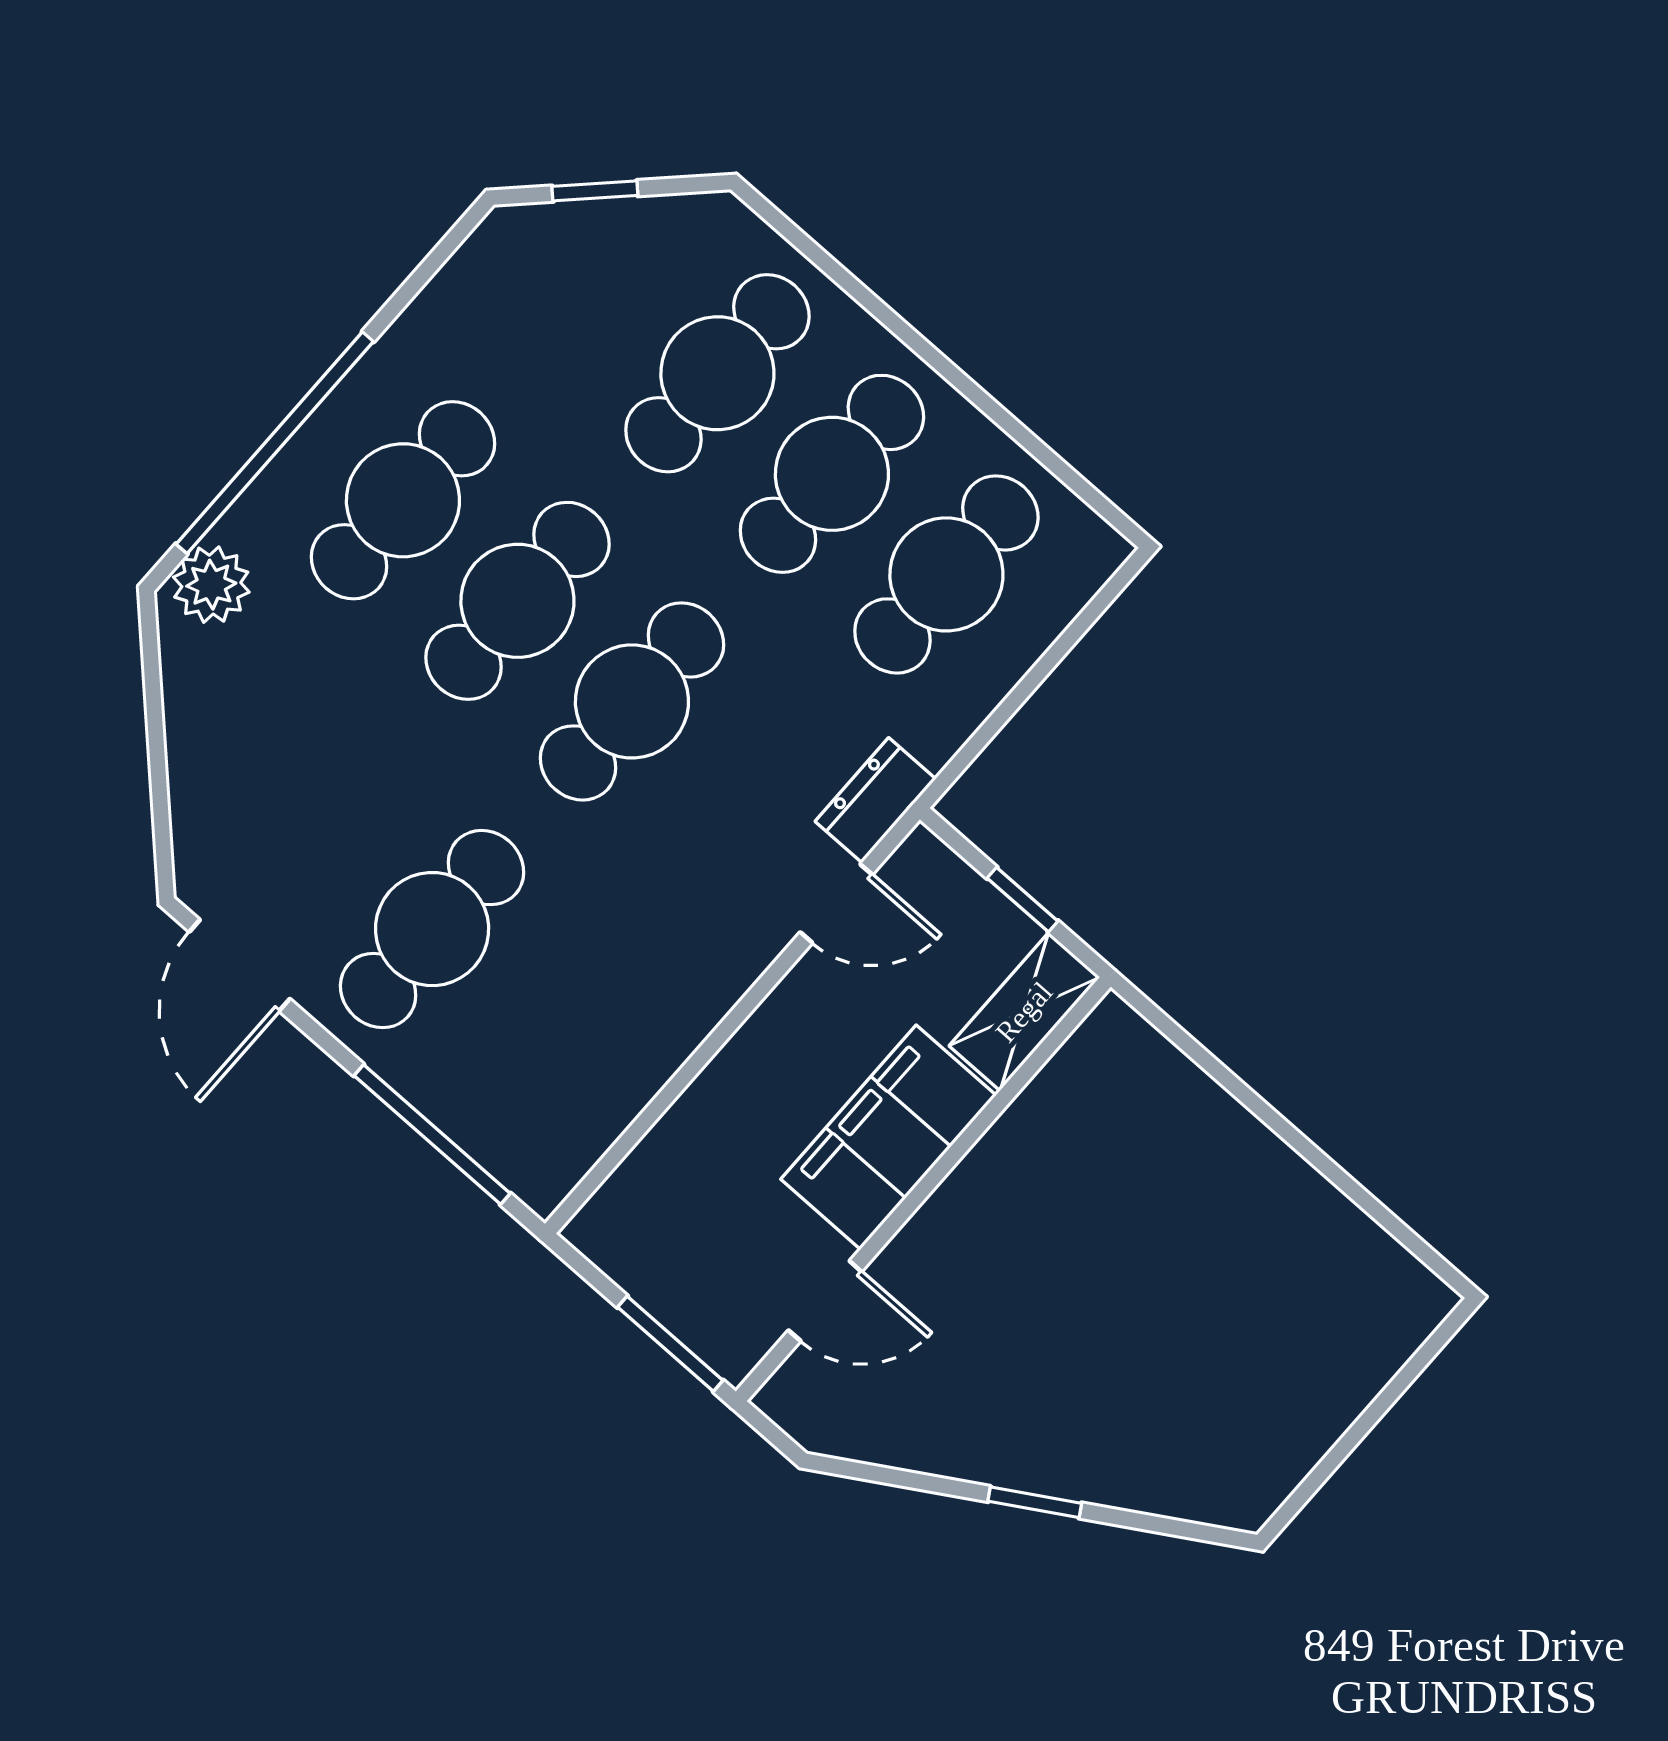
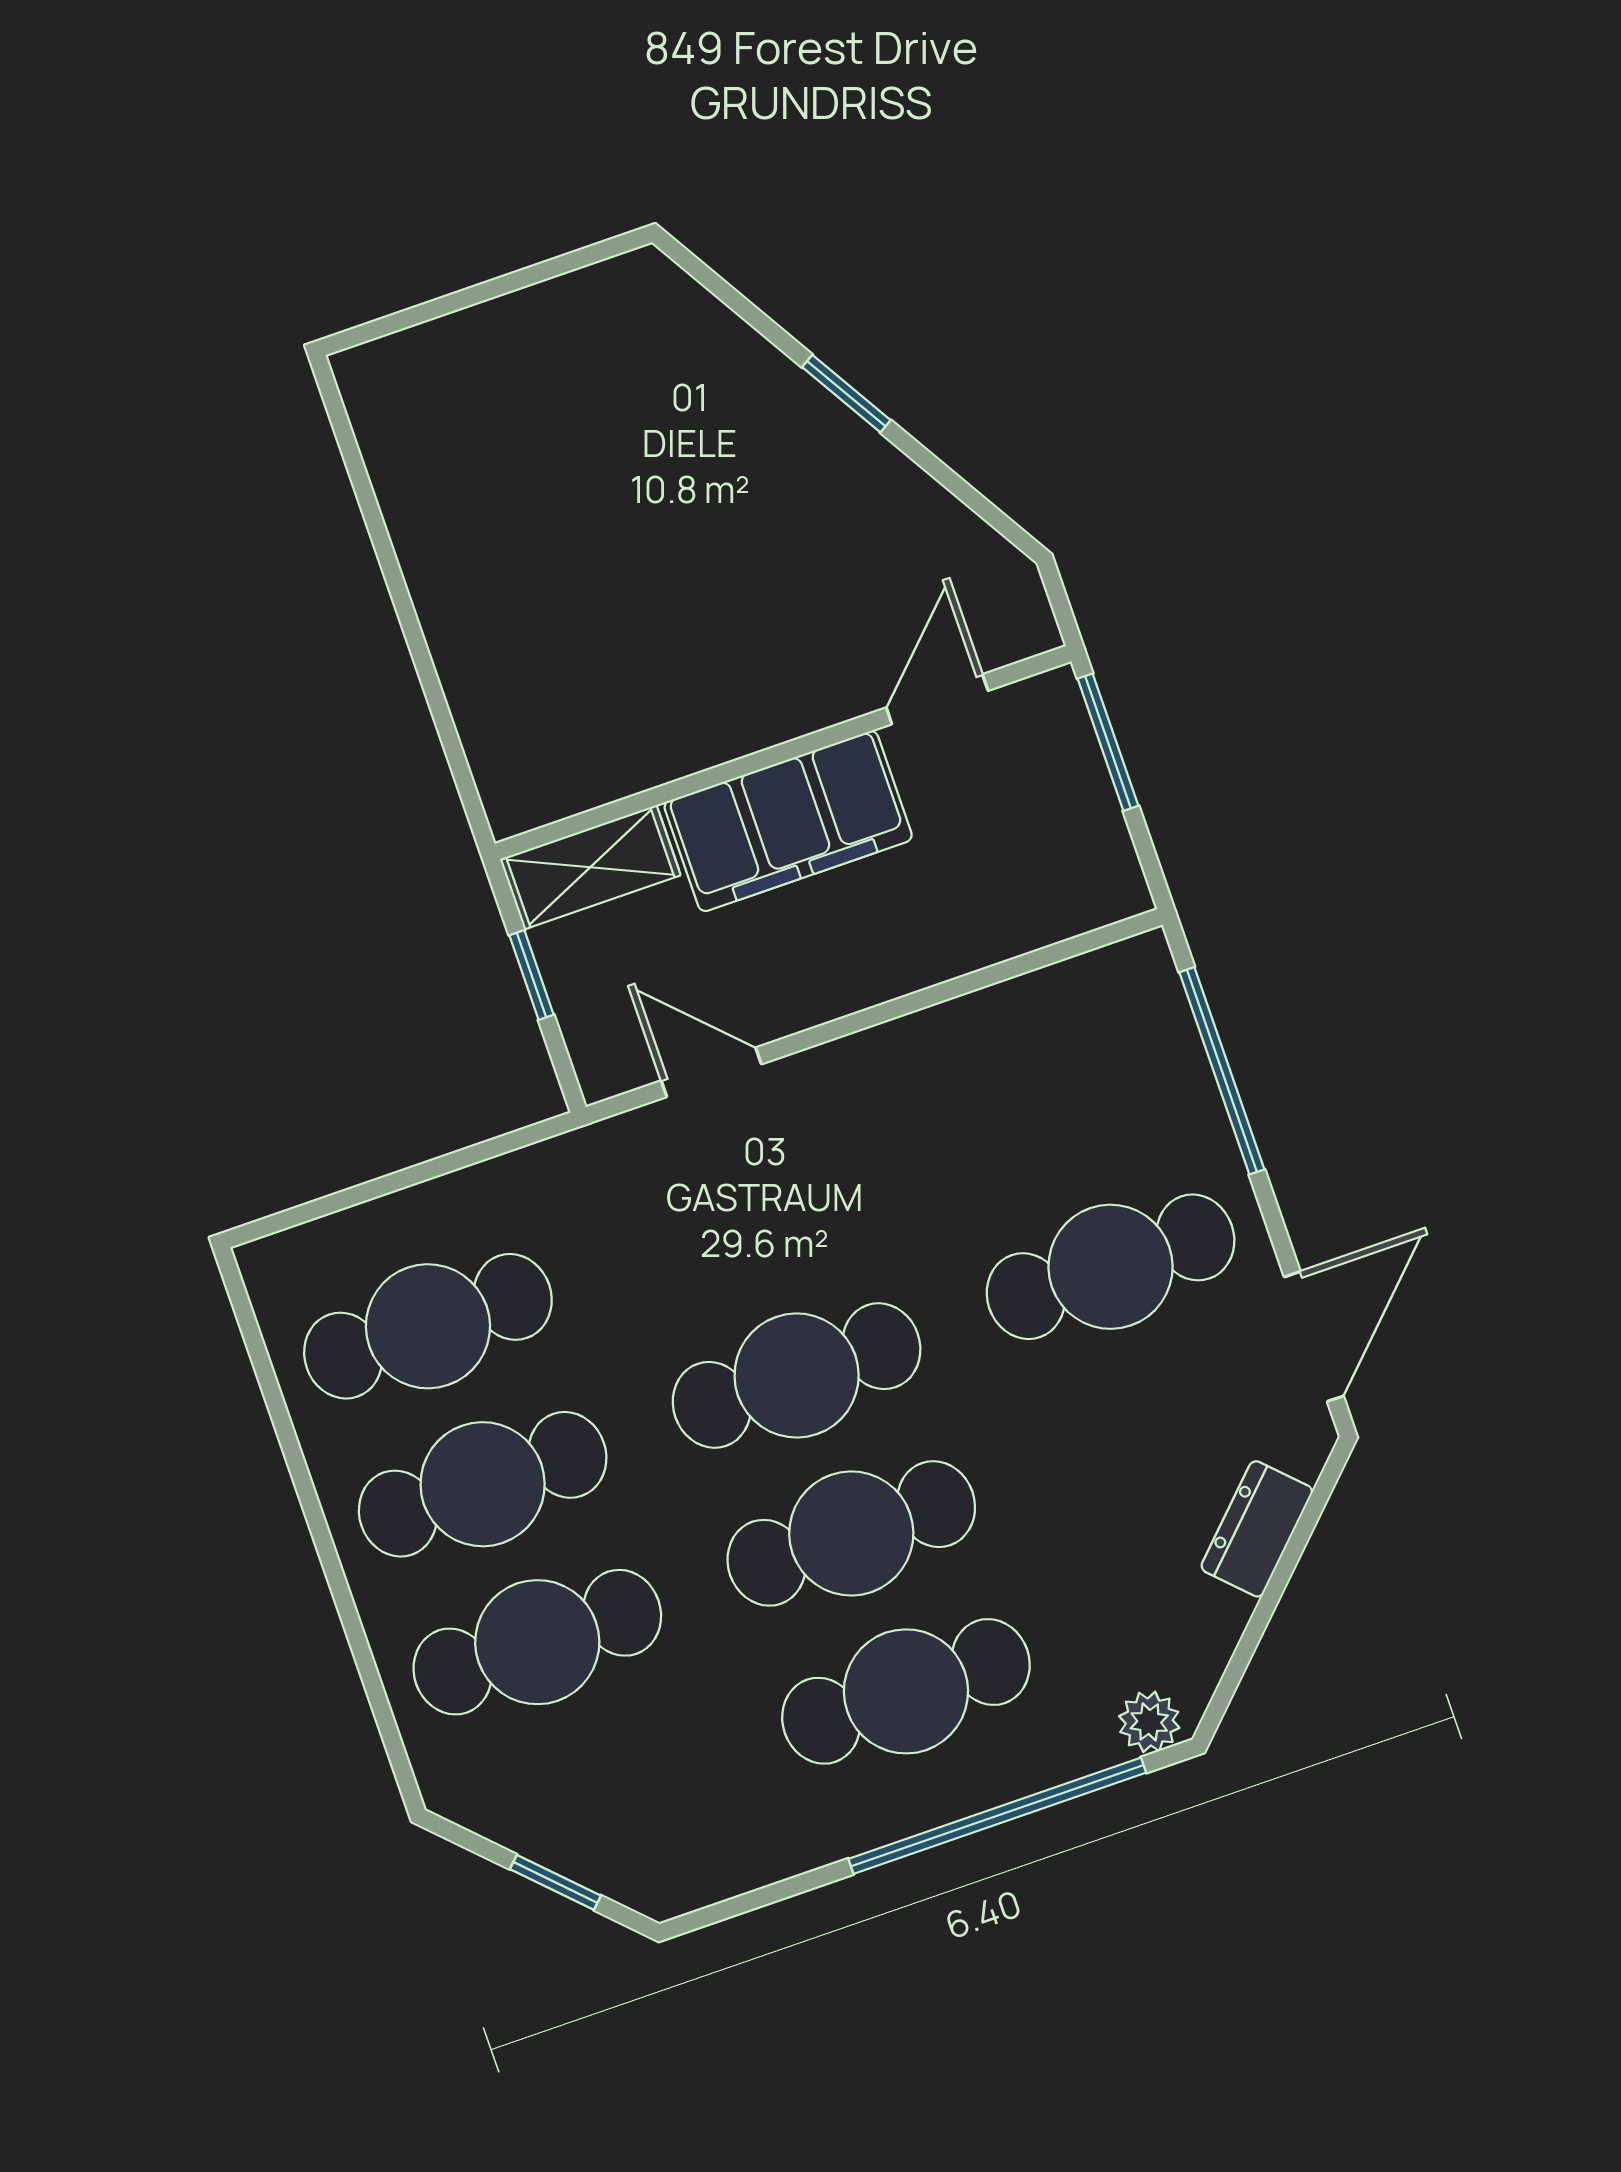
plant: (211, 585) -> (1149, 1722), width x0.73, depth x0.73
dresser: (875, 800) -> (1257, 1529), moved, turned 135
door: (825, 1301) -> (937, 699), hinge flipped

